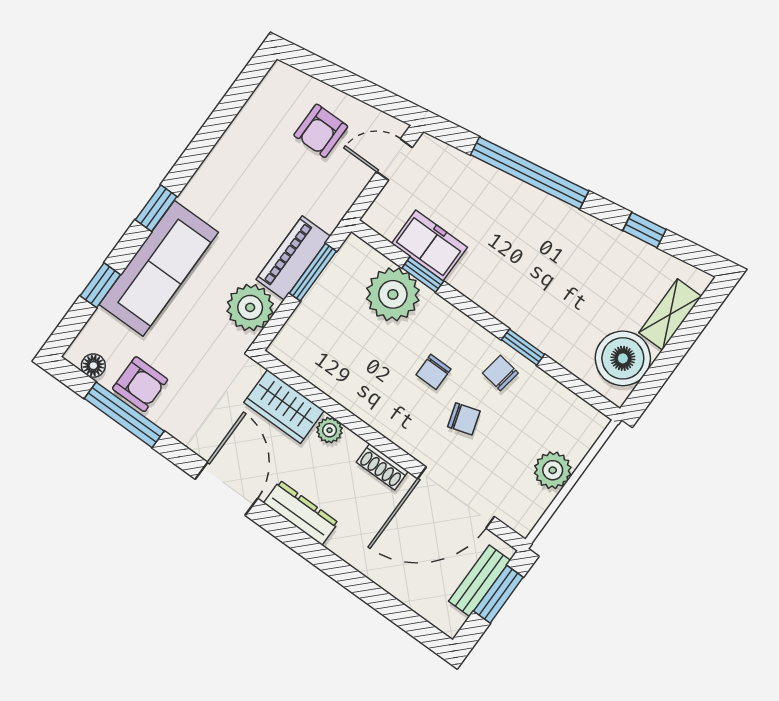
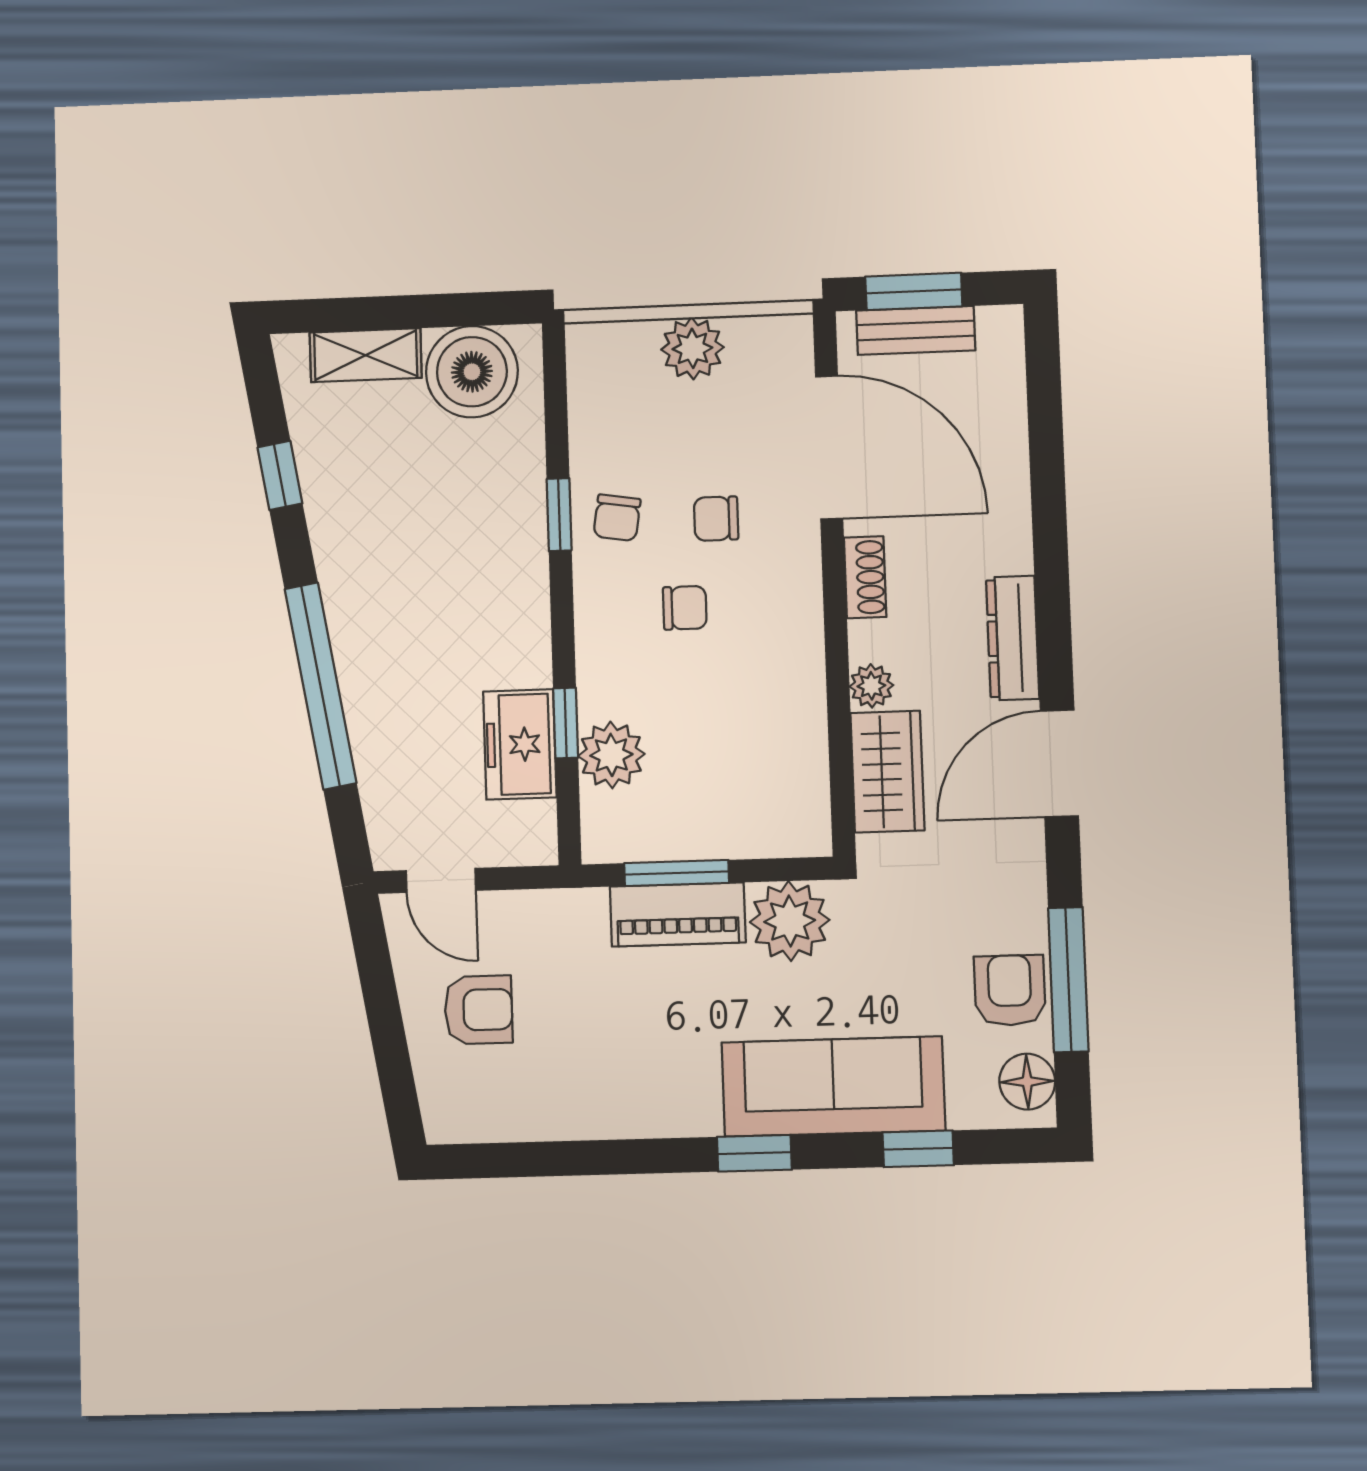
plant: (393, 294) -> (611, 755), width x0.73, depth x0.73
floor lamp: (93, 366) -> (1027, 1082), width x1.37, depth x1.37
chair: (464, 419) -> (716, 519), turned -73

